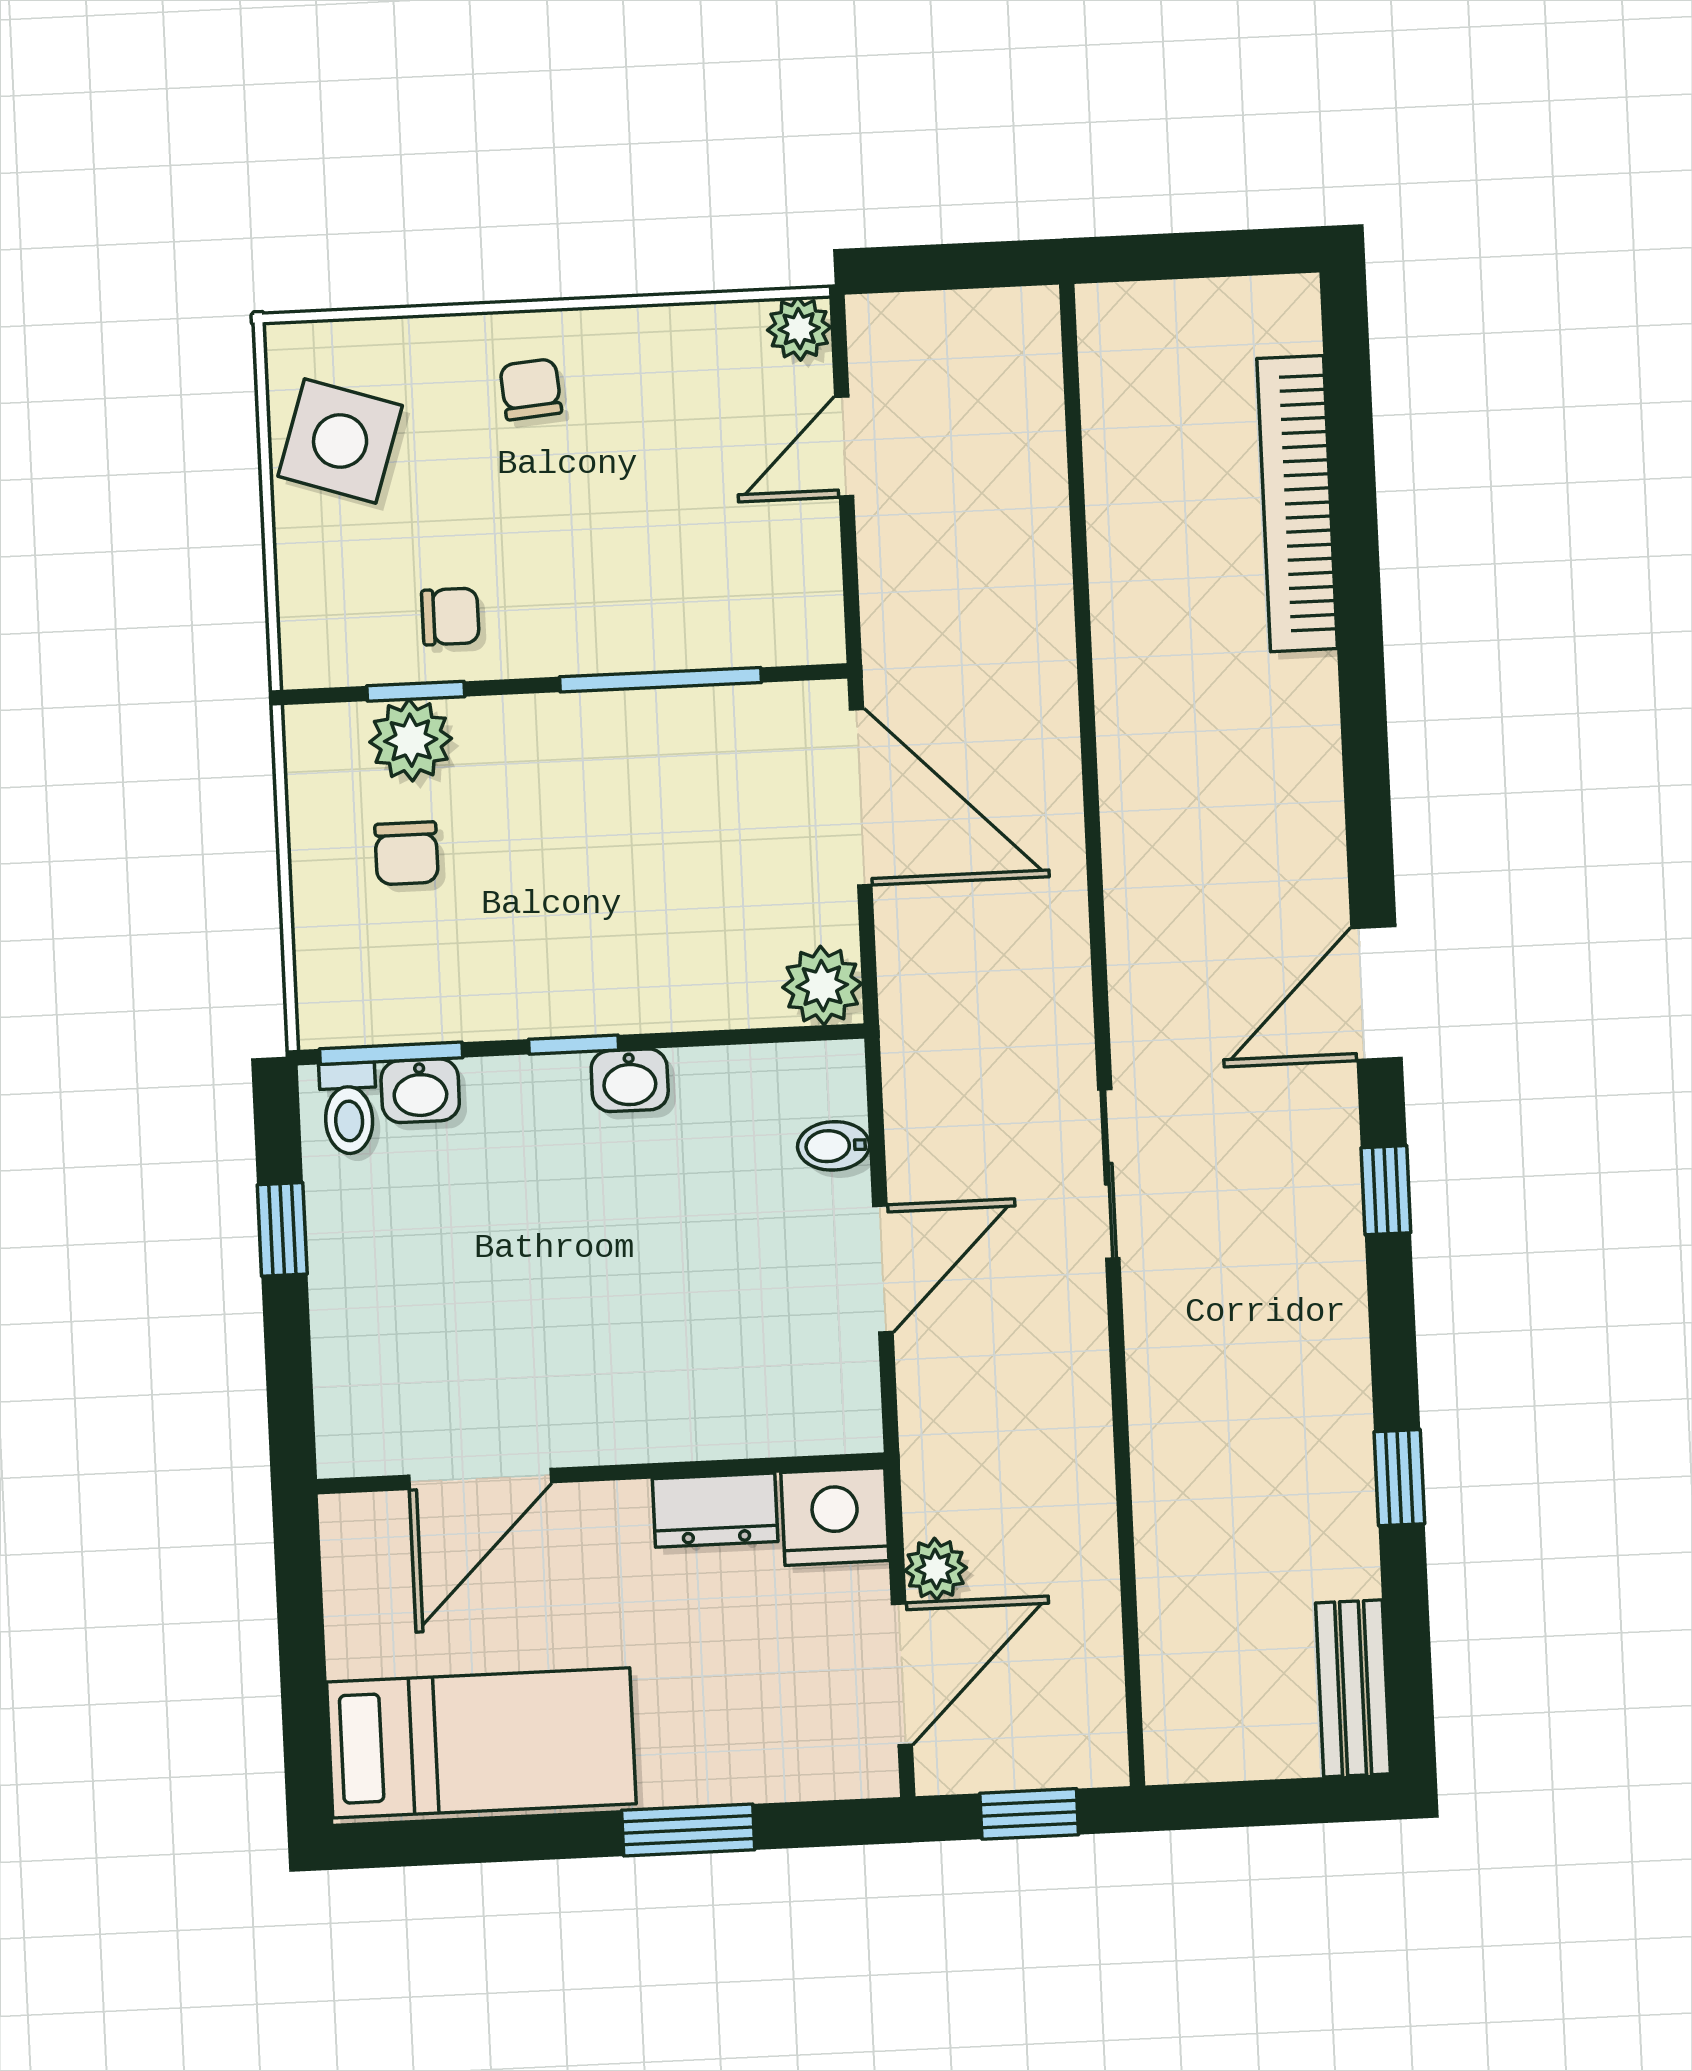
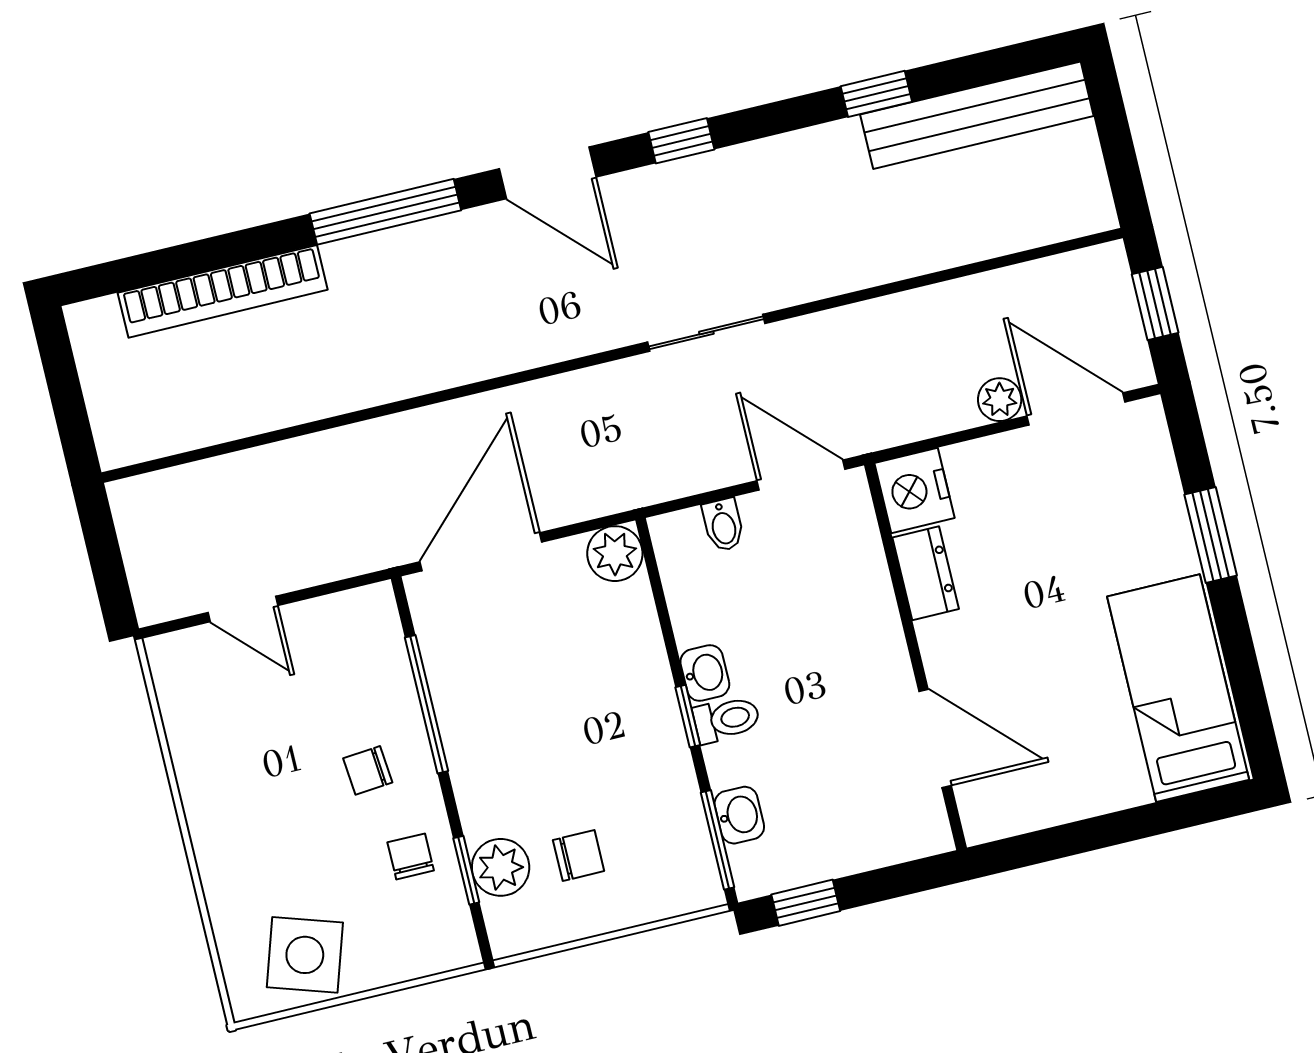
plant: (799, 329) -> (168, 655), removed
chair: (531, 389) -> (368, 770), moved
window: (1365, 754) -> (385, 212), added
toilet: (349, 1108) -> (727, 719), moved
window: (282, 1229) -> (806, 903), moved
wall: (601, 1473) -> (915, 656), moved
door: (480, 1479) -> (935, 738), moved
dresser: (715, 1510) -> (926, 573), moved
nightstand: (835, 1517) -> (914, 490), moved
bench: (1353, 1688) -> (977, 115), width x1.86, depth x1.21

